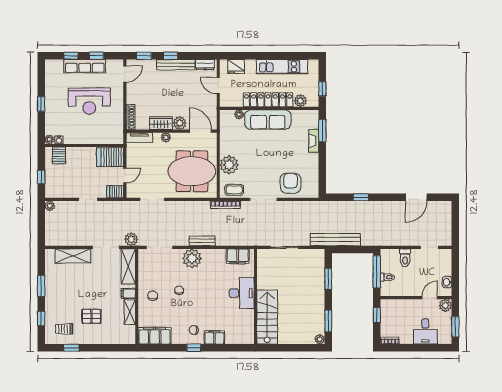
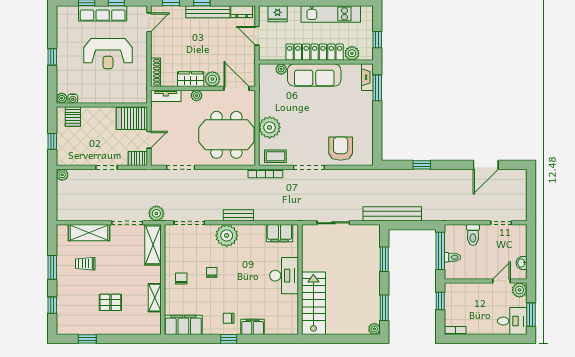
fireplace: (314, 141) -> (367, 77), moved
filing cabinet: (128, 293) -> (153, 276), removed
trolley: (64, 329) -> (85, 264), moved
desk: (425, 331) -> (512, 321), moved, turned -90

